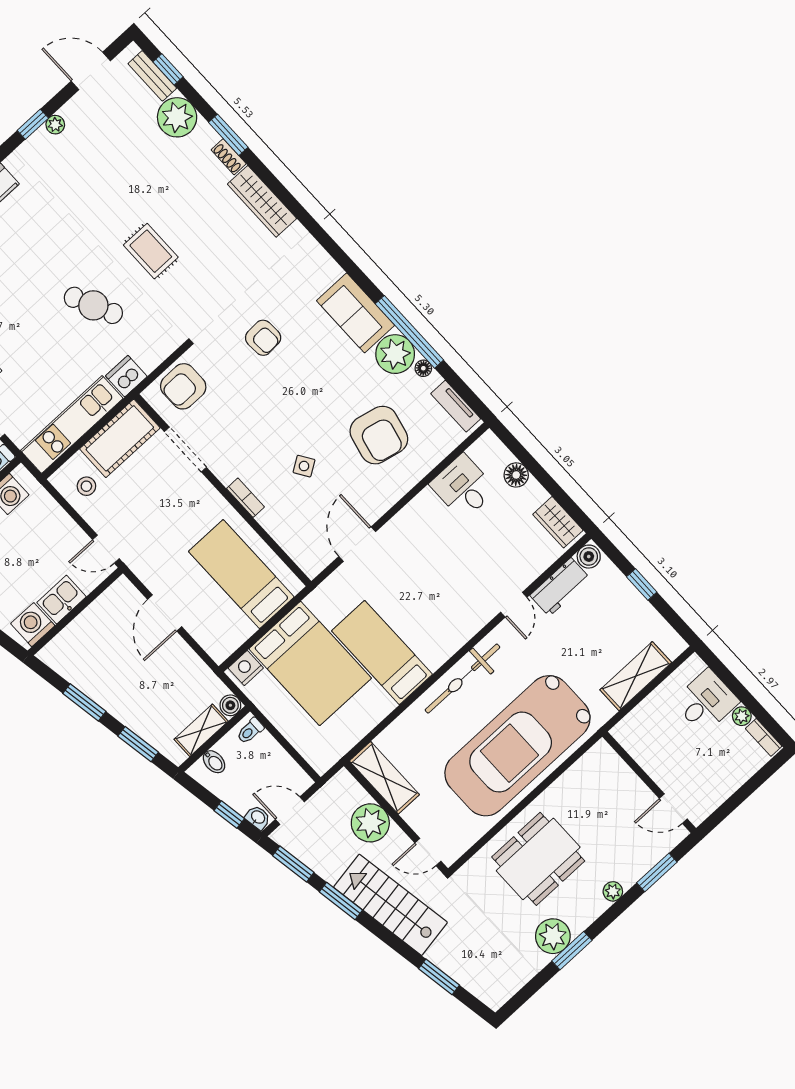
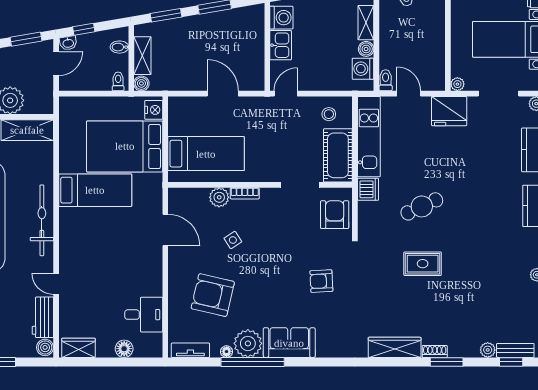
plant: (177, 117) -> (488, 350), width x0.53, depth x0.53
plant: (273, 520) -> (219, 197), added

